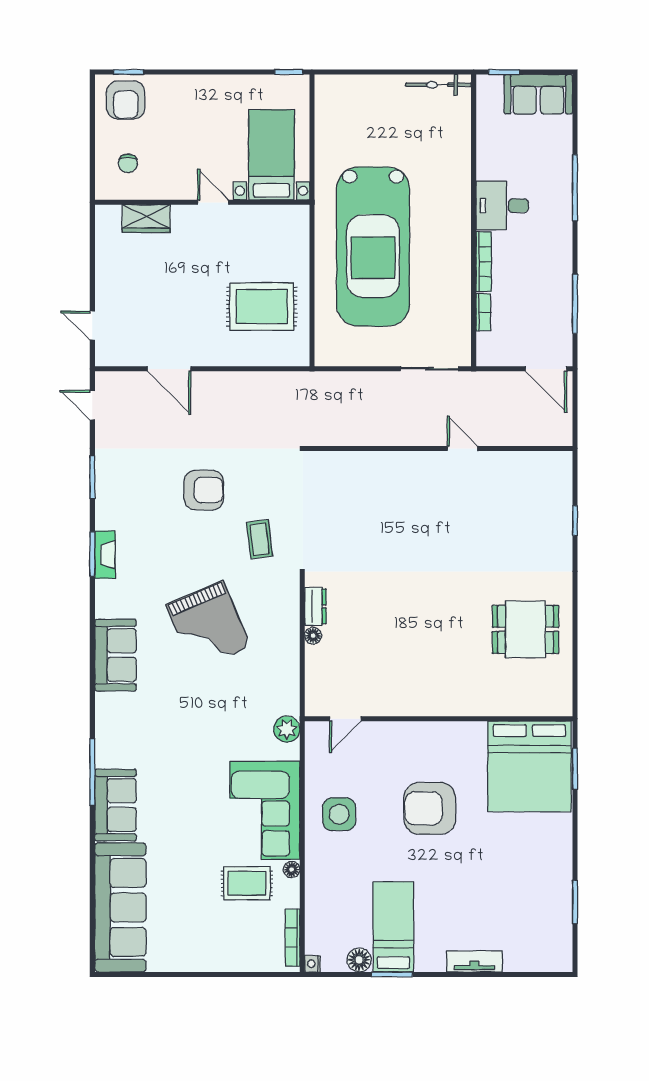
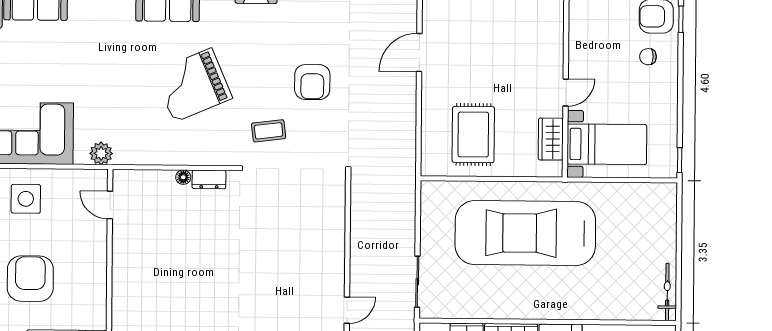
chair: (128, 163) -> (648, 57), moved
wardrobe: (146, 219) -> (551, 139), moved

